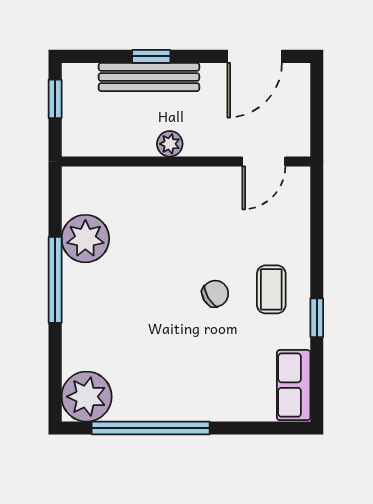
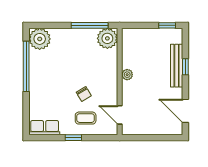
plant: (170, 144) -> (127, 75), moved
wall: (186, 161) -> (120, 82), moved
door: (264, 161) -> (120, 115), moved

